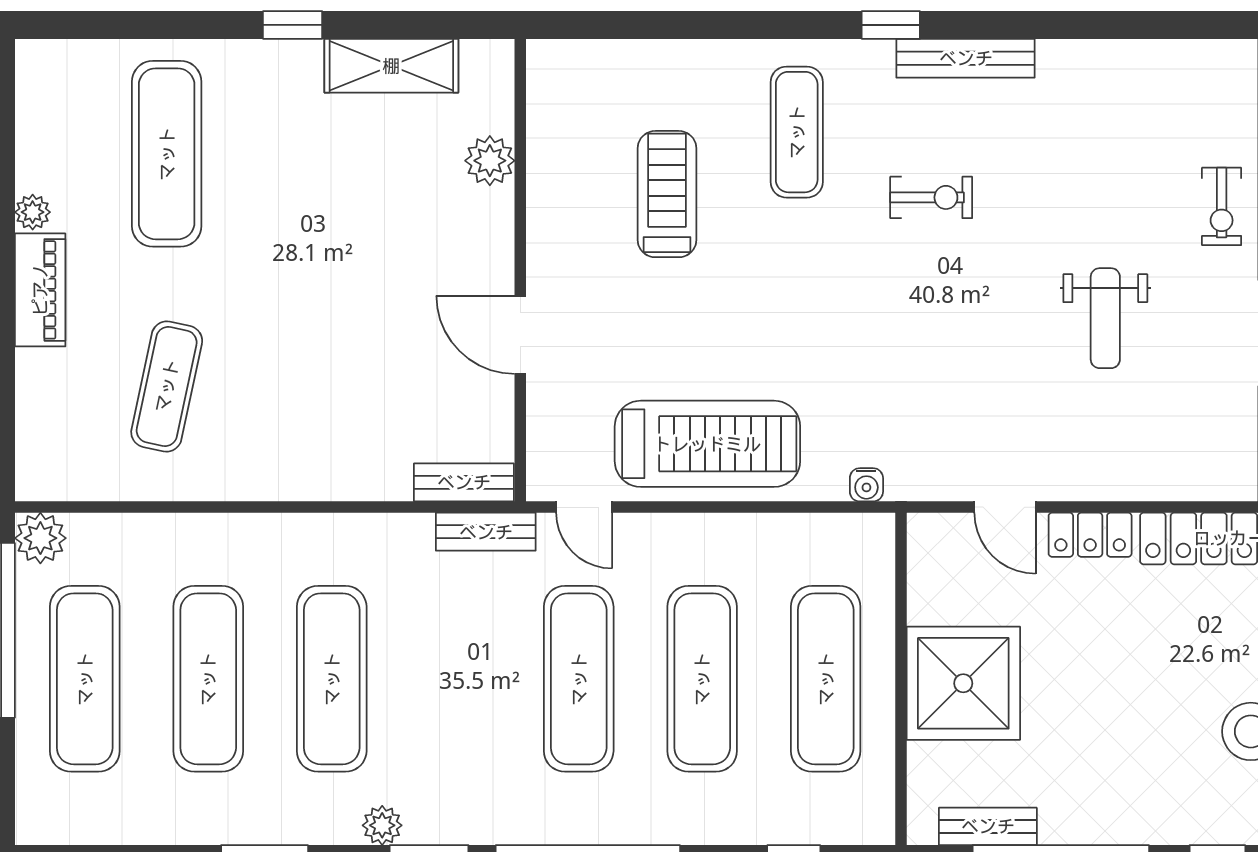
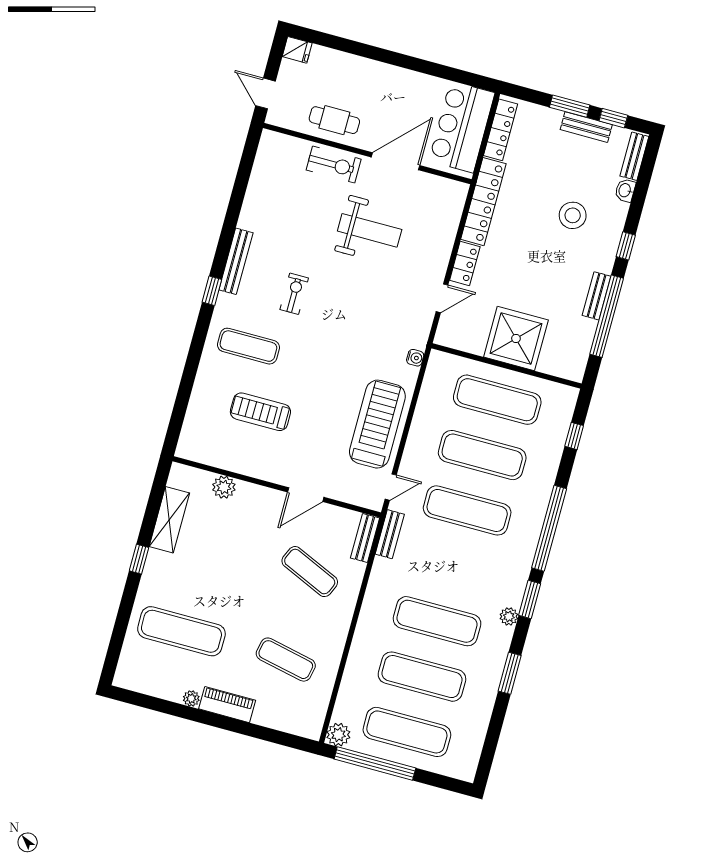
exercise bike: (1222, 206) -> (334, 165), width x1.38, depth x1.39
weight bench: (1105, 318) -> (370, 230), width x1.36, depth x1.33
exercise mat: (363, 386) -> (310, 572), added
bench: (988, 826) -> (596, 296), moved

